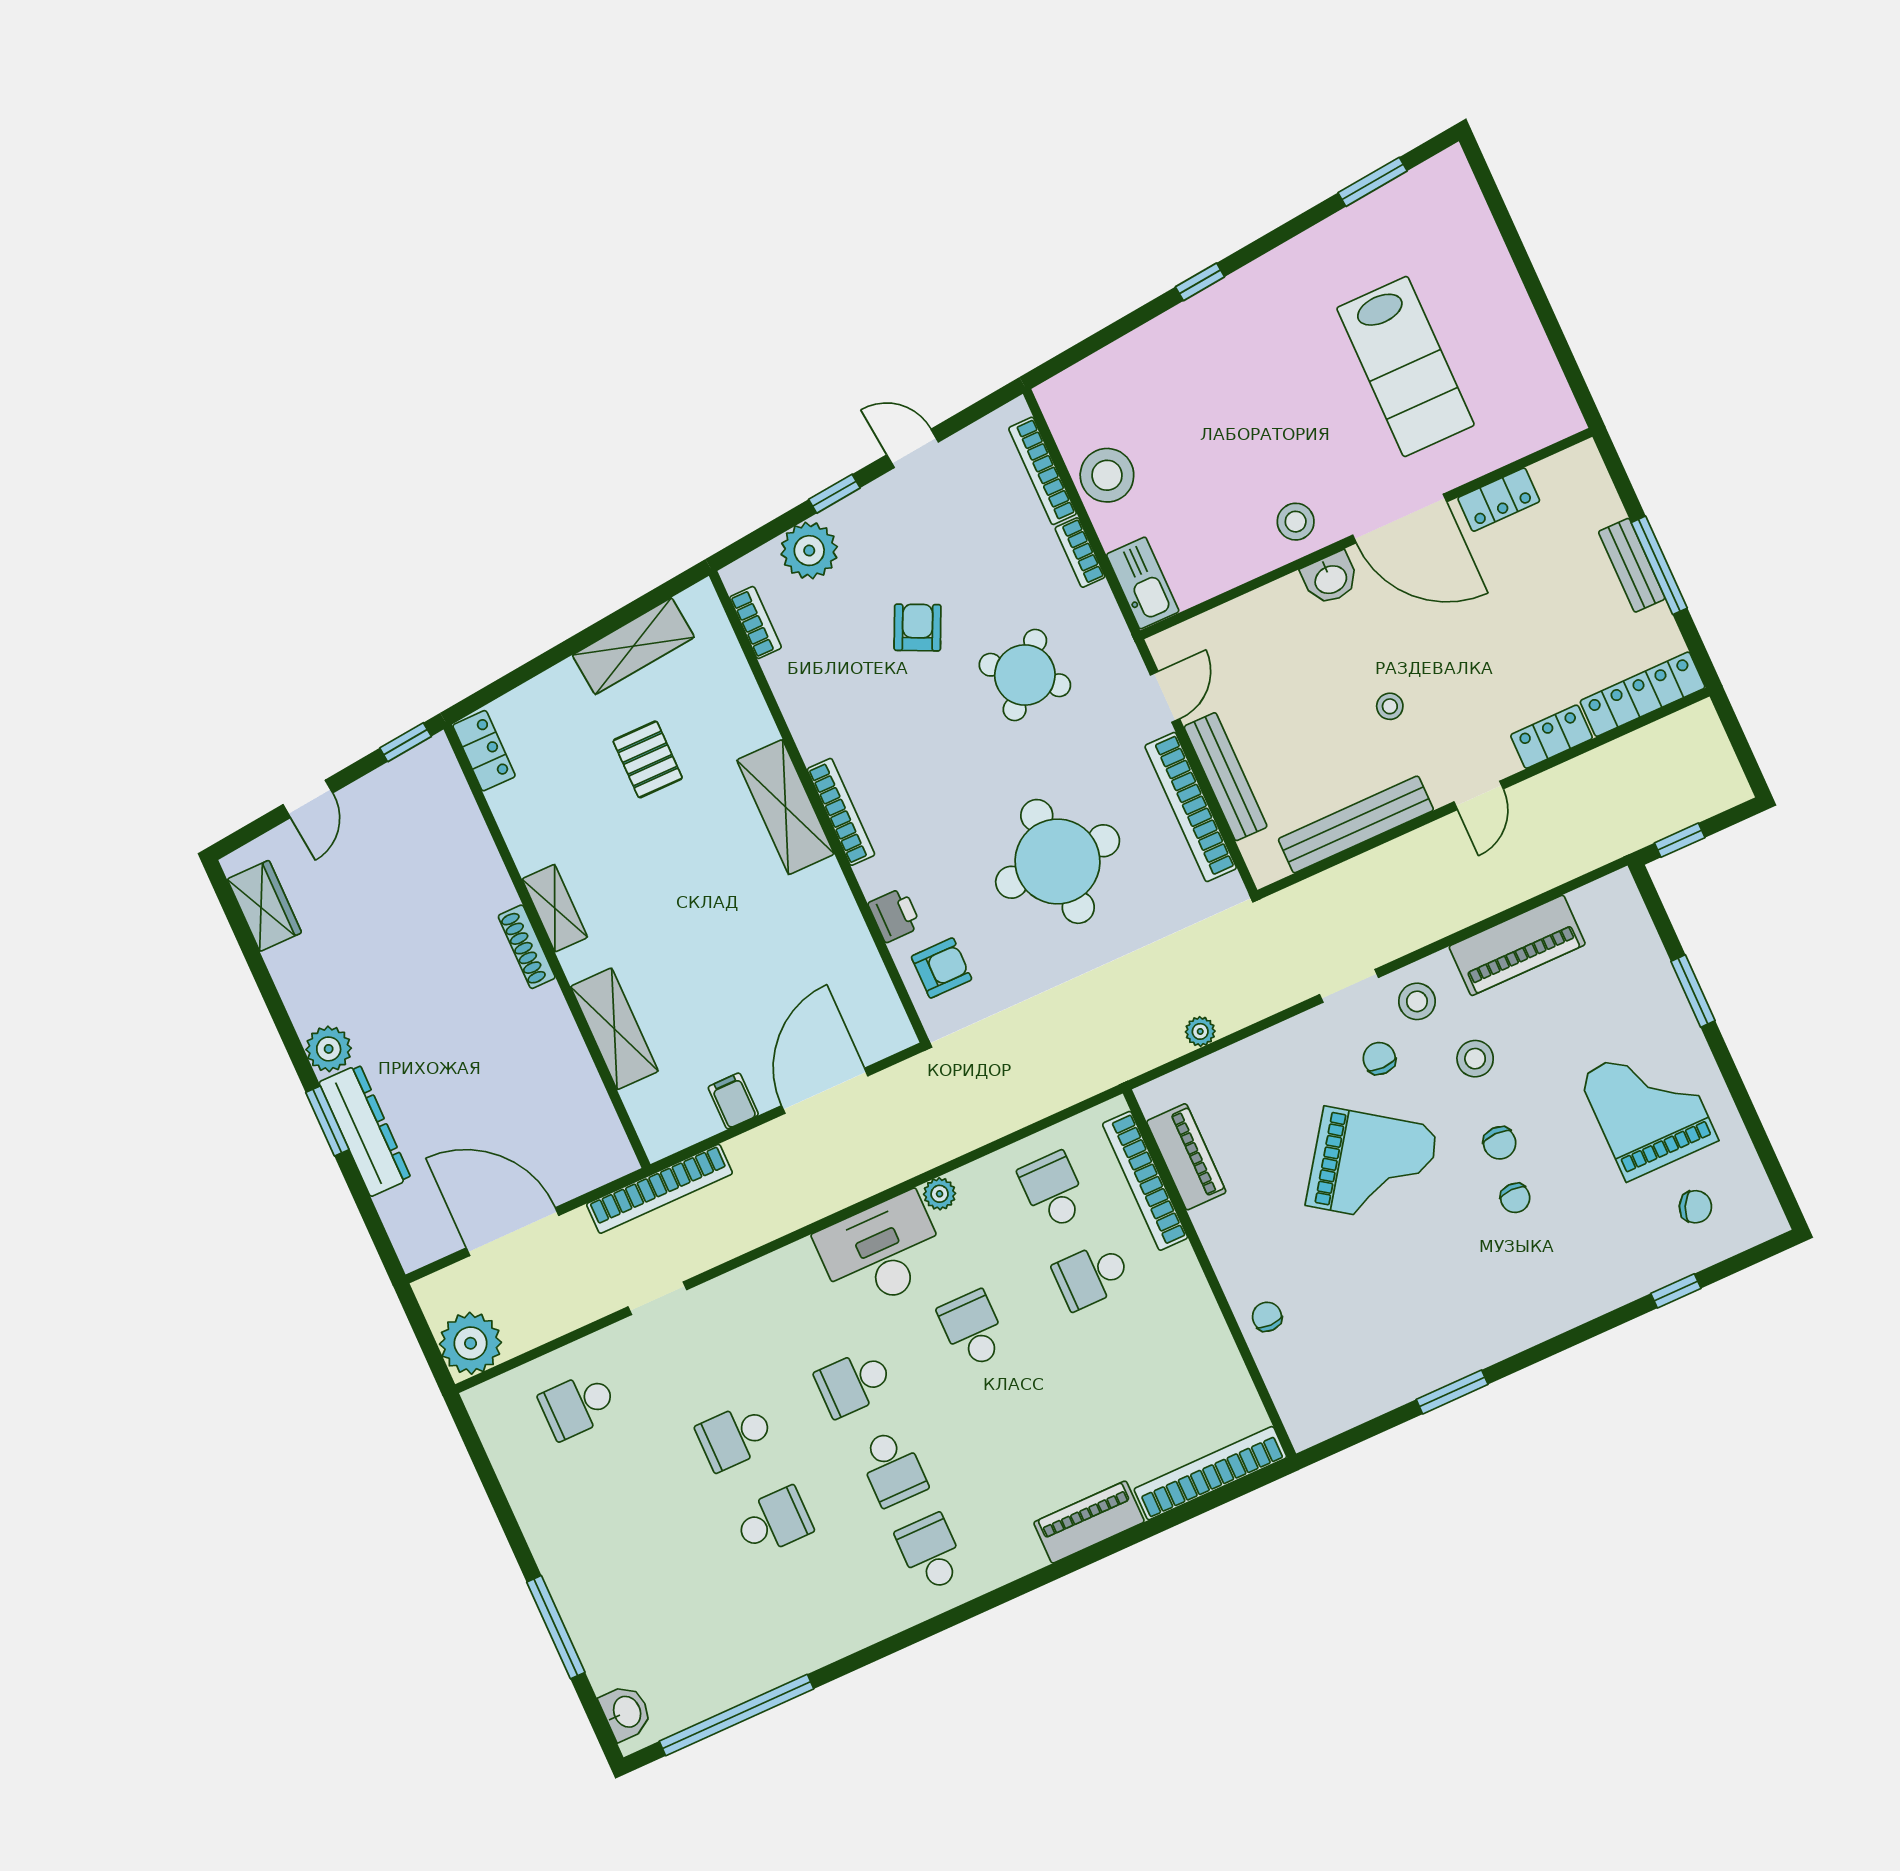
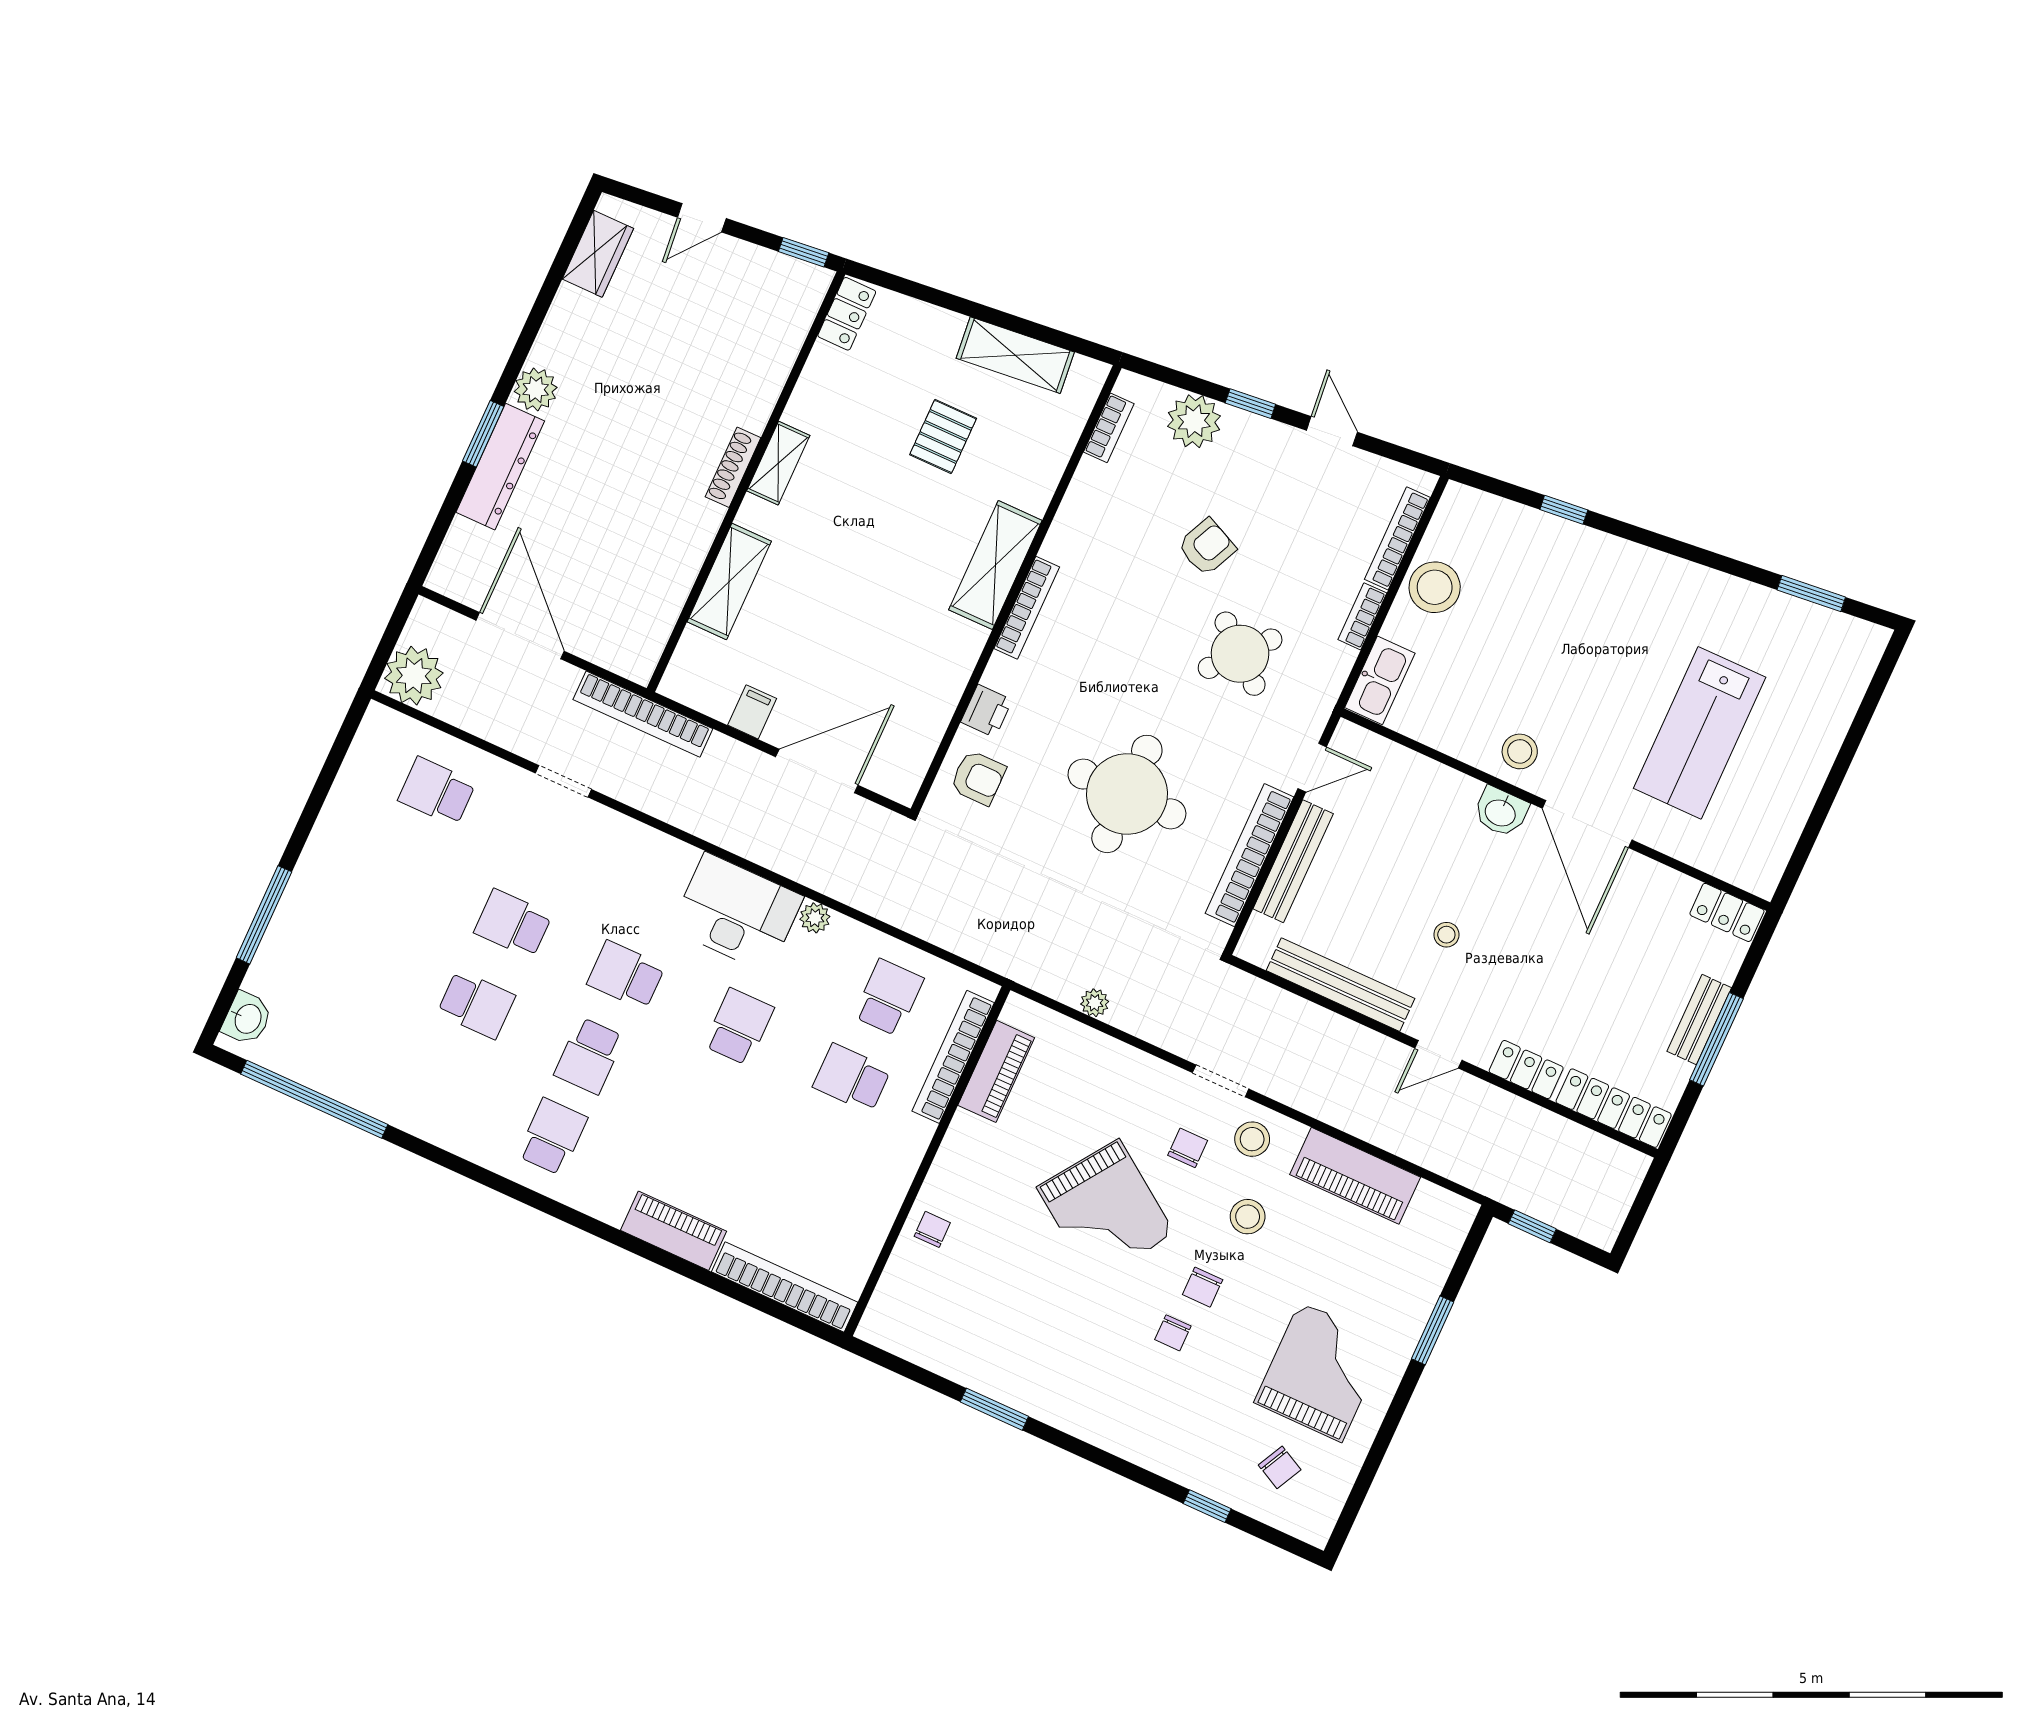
window: (1200, 282) -> (1564, 510), moved
locker: (1499, 500) -> (1727, 912), moved

